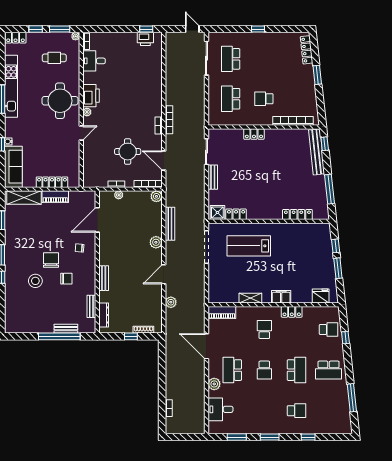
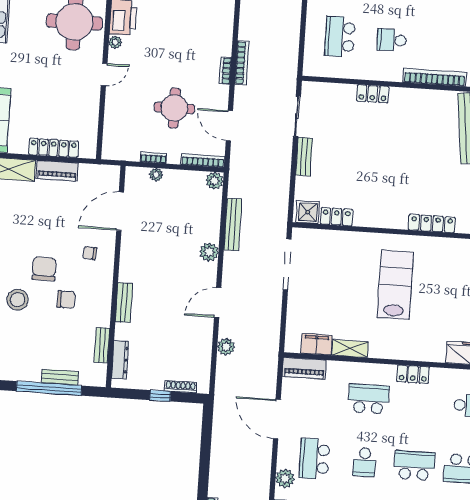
lab bench: (249, 246) -> (395, 285), moved, turned 90
filing cabinet: (281, 297) -> (316, 344), moved
school desk: (264, 330) -> (369, 399), width x1.85
school desk: (296, 370) -> (414, 465), turned -90

